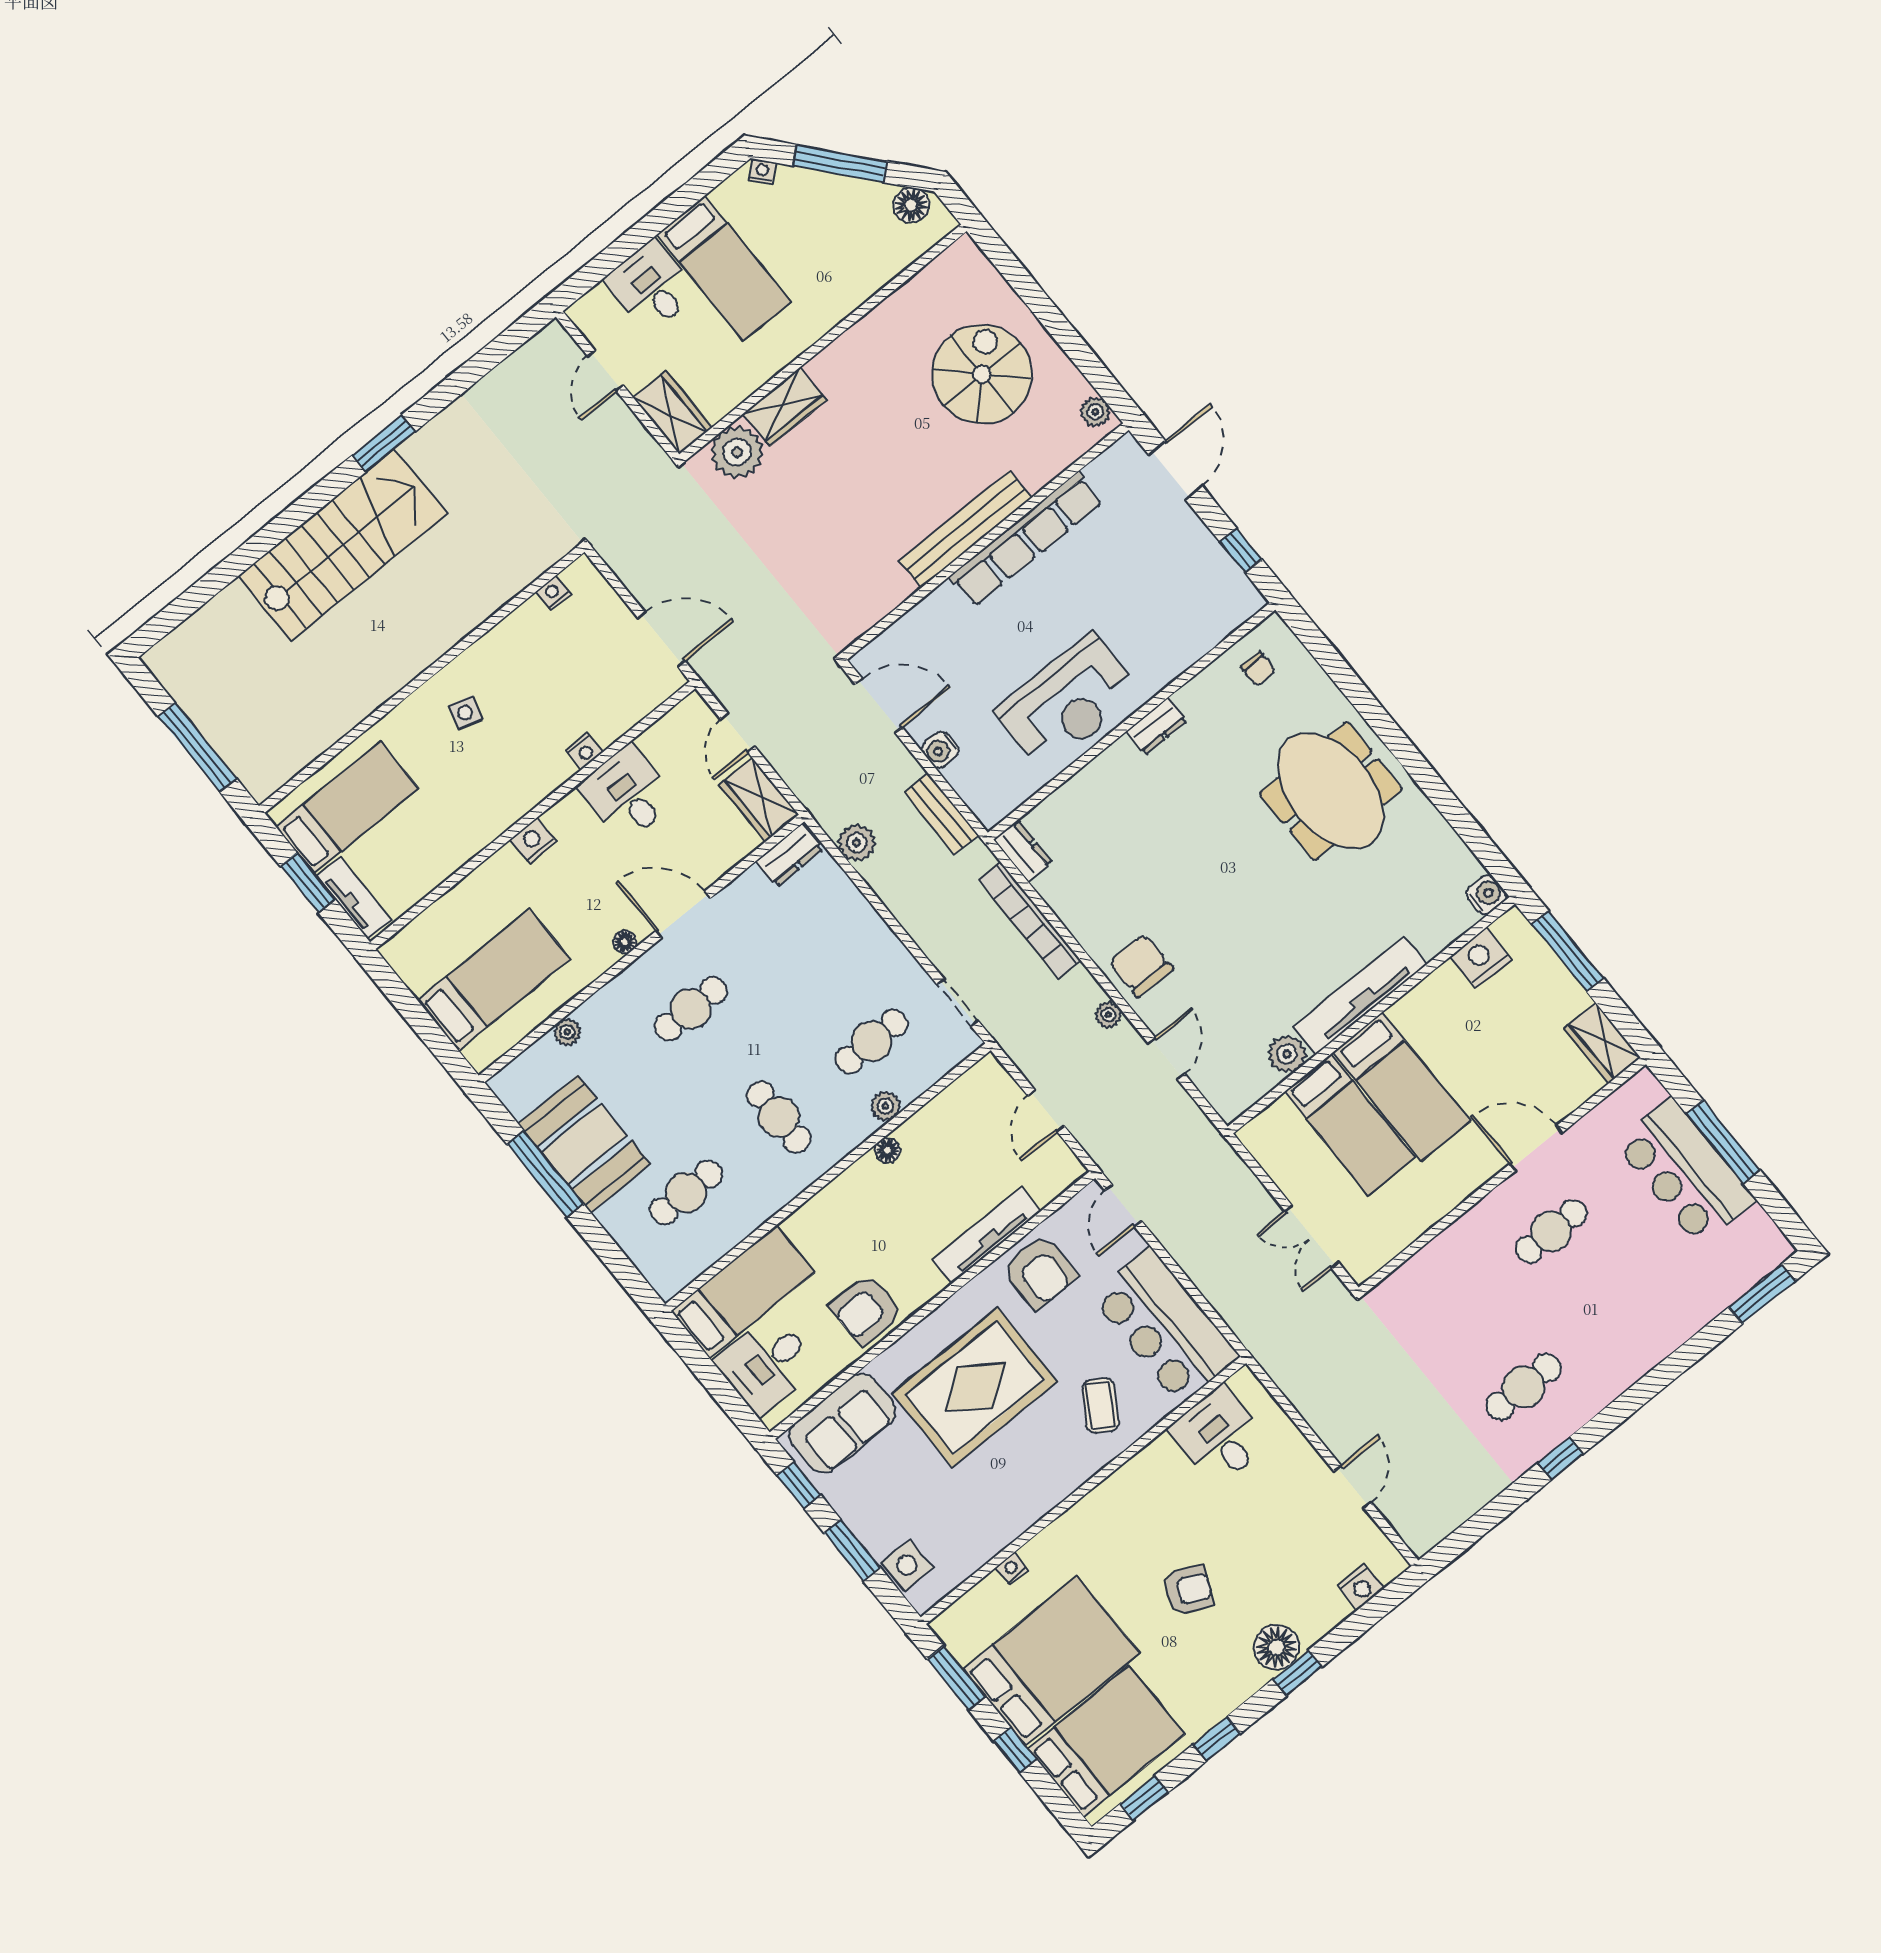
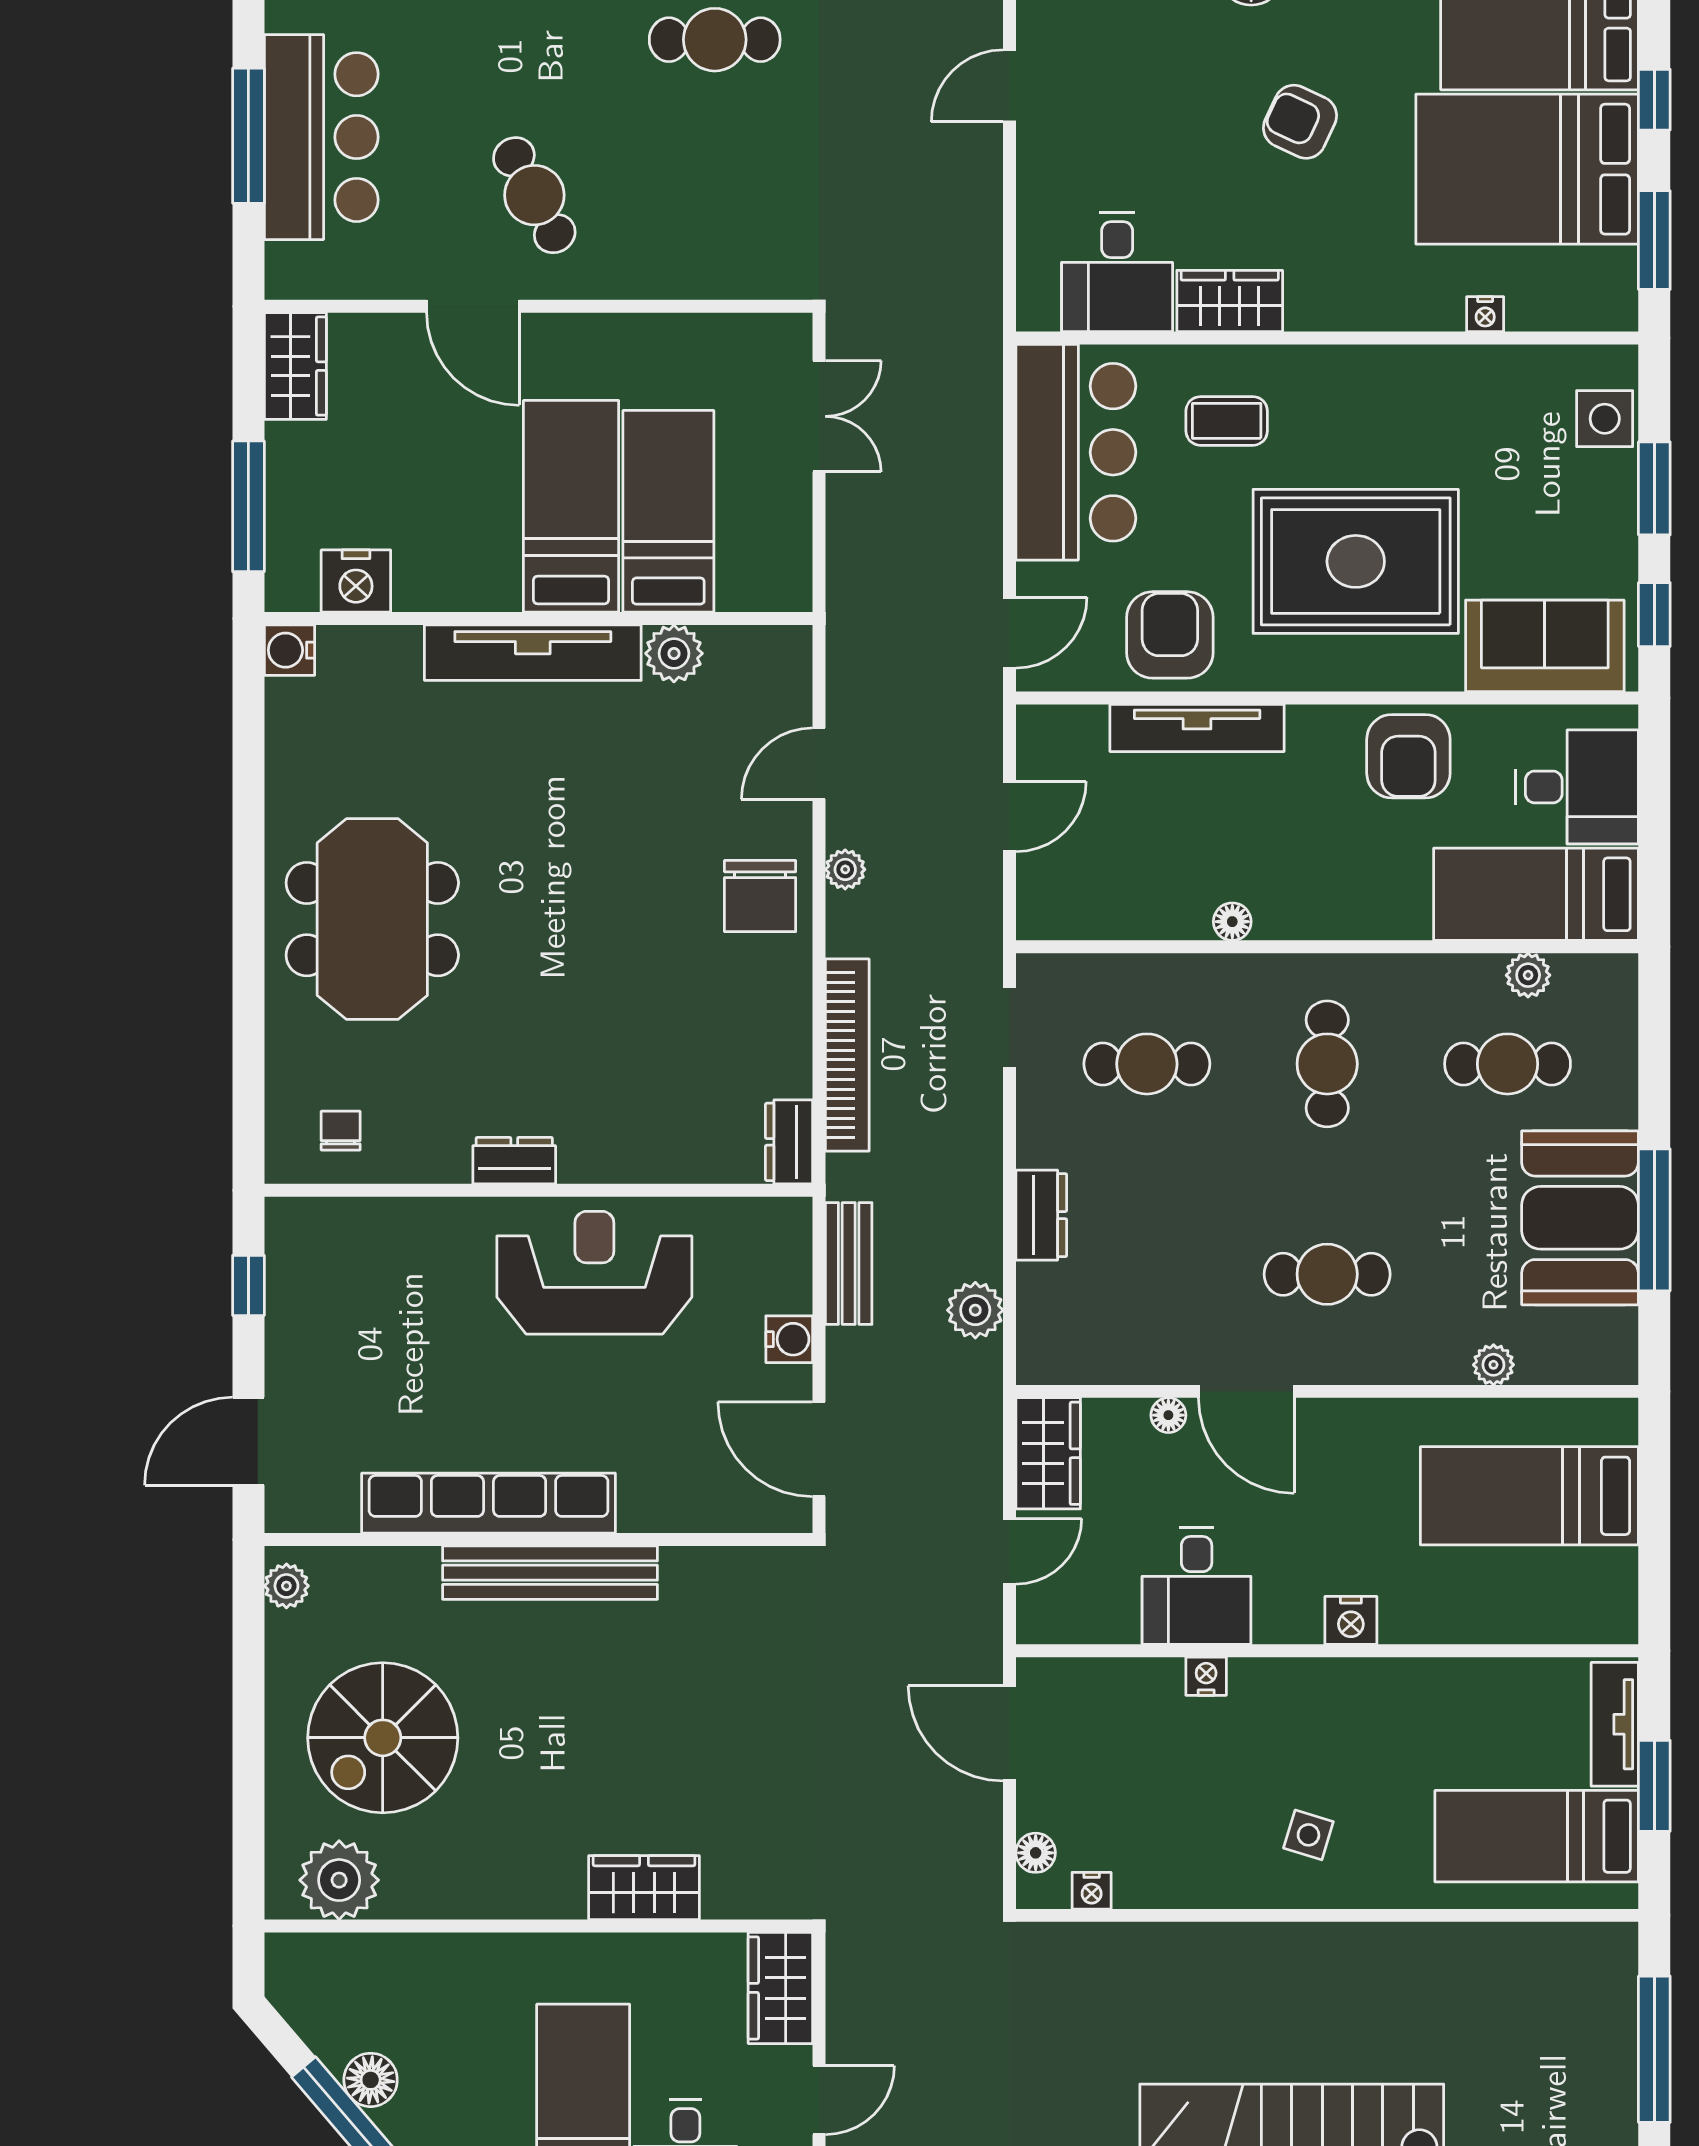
floor lamp: (911, 205) -> (371, 2080), moved
plant: (737, 452) -> (339, 1880), moved
floor lamp: (598, 589) -> (1036, 1853), added
dresser: (790, 855) -> (1041, 1215), moved, turned 90
floor lamp: (625, 942) -> (1168, 1415), moved
plant: (885, 1106) -> (1528, 975), moved
cafe table: (1551, 1231) -> (534, 195), turned 62
armchair: (866, 1309) -> (1408, 756), turned 90
coffee table: (1100, 1405) -> (1227, 421), turned 58
wardrobe: (1149, 1468) -> (1230, 301), added

